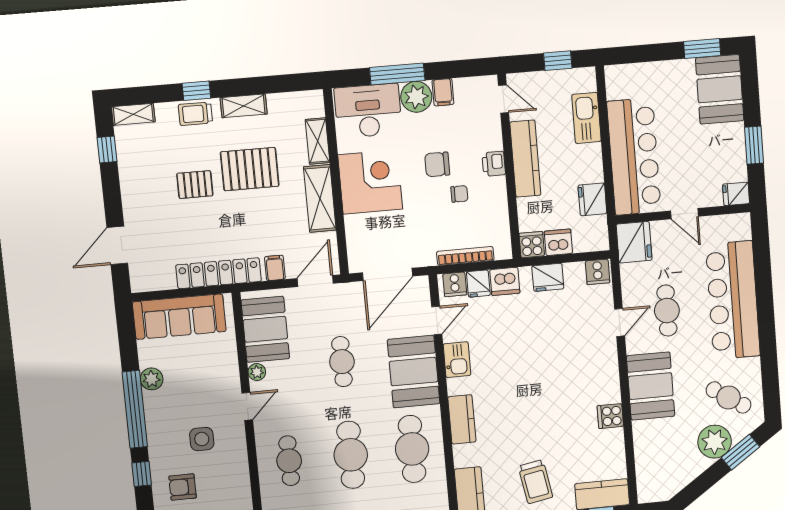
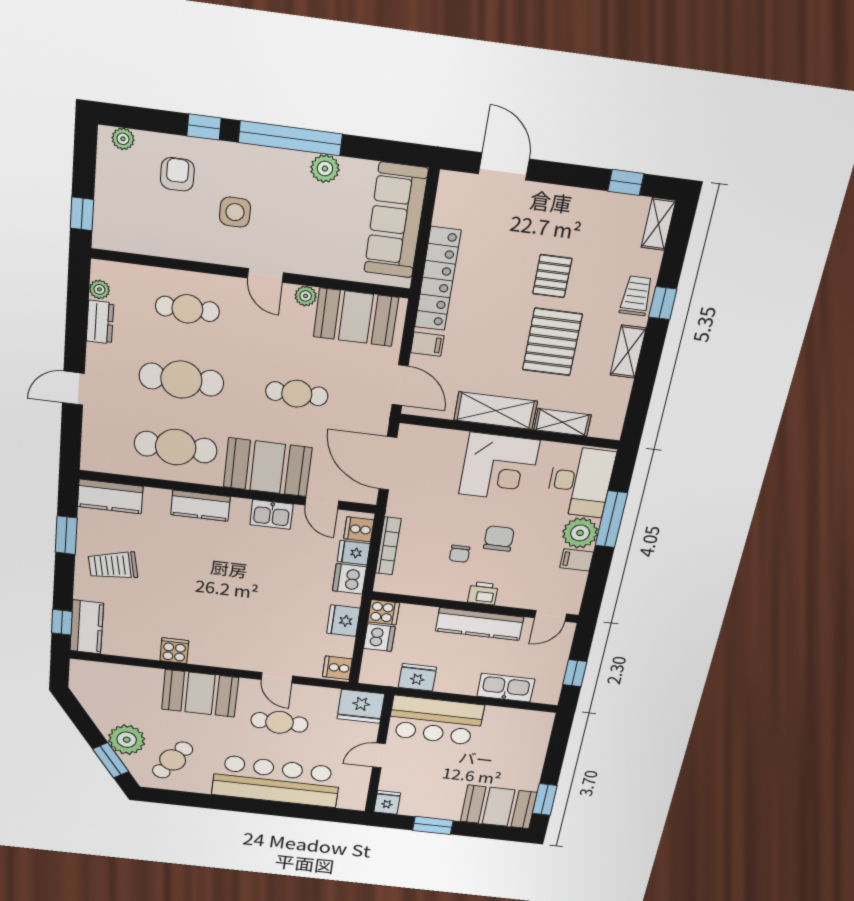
bar counter: (634, 157) -> (436, 720), width x0.73

